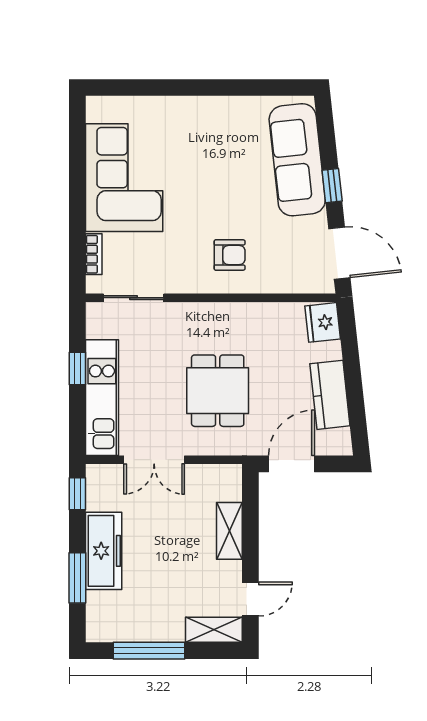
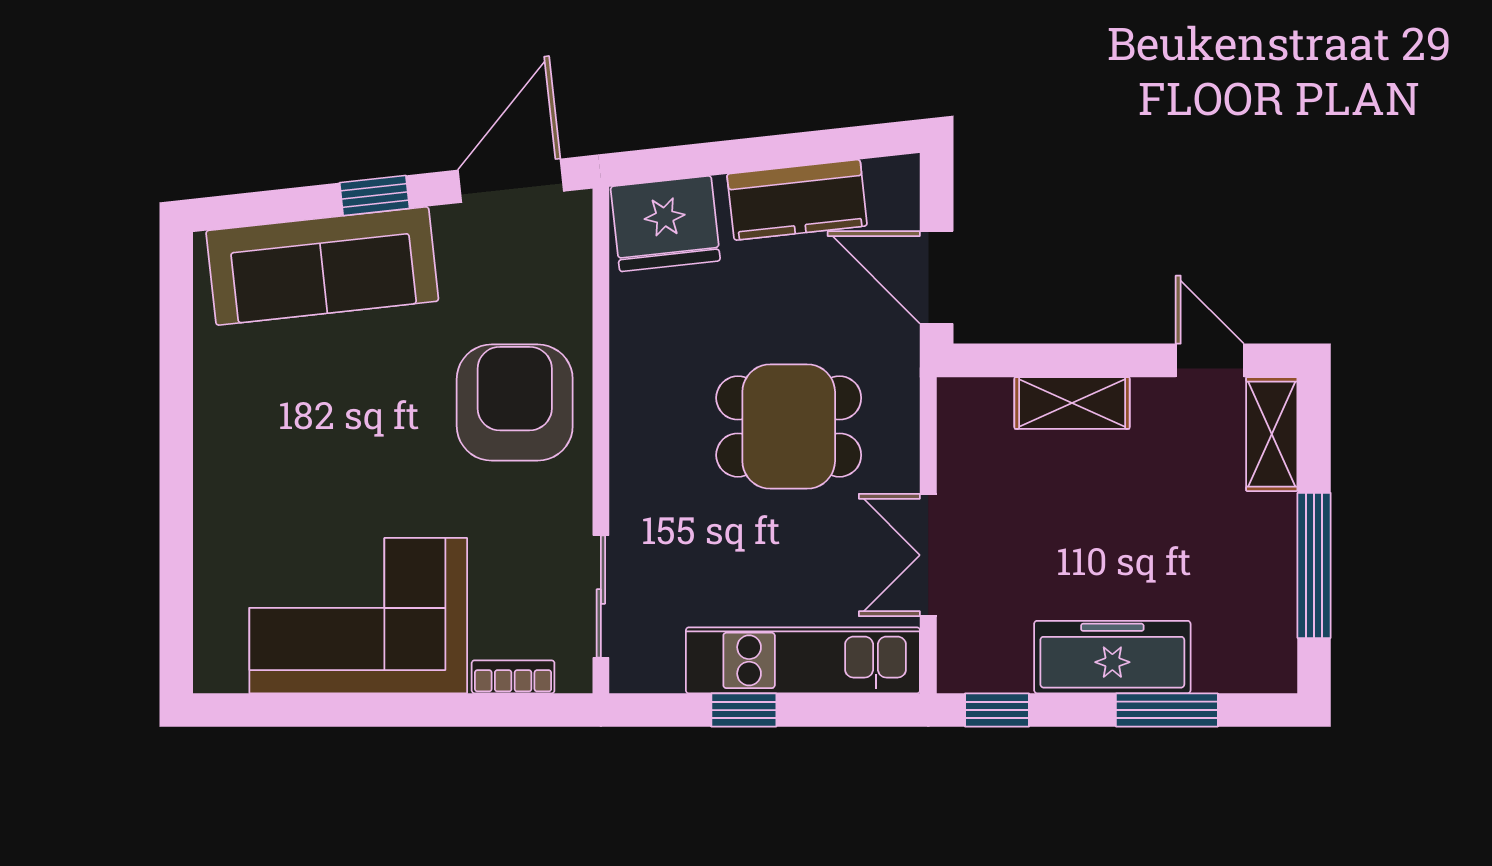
armchair: (230, 255) -> (515, 403), width x1.88, depth x1.88
fridge: (323, 322) -> (665, 224), width x1.36, depth x1.34
double door: (154, 460) -> (928, 555), swing flipped

